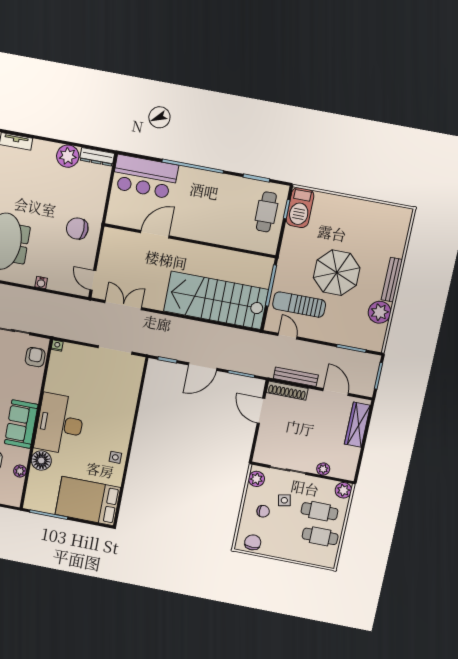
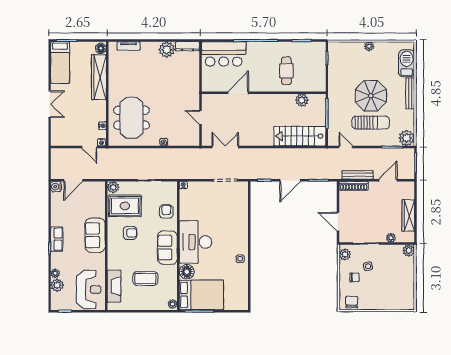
plant: (349, 204) -> (369, 46), added
barbecue: (300, 208) -> (407, 63), moved, turned 180
cafe table: (266, 212) -> (286, 71), moved
chair: (77, 229) -> (183, 99), removed
plant: (240, 261) -> (302, 100), added
door: (93, 280) -> (200, 118), moved
stairs: (216, 300) -> (300, 136), width x0.73, depth x0.66
sun lounger: (299, 305) -> (371, 123), moved, turned 180
plant: (380, 312) -> (407, 138), moved
armchair: (35, 357) -> (166, 211), moved
door: (336, 392) -> (388, 180), hinge flipped
door: (261, 411) -> (338, 222), moved
wardrobe: (357, 425) -> (408, 216), moved
plant: (20, 471) -> (173, 304), moved
bed: (88, 501) -> (201, 295), moved, turned 180
cafe table: (319, 511) -> (395, 269), removed
cafe table: (320, 536) -> (399, 288), removed

